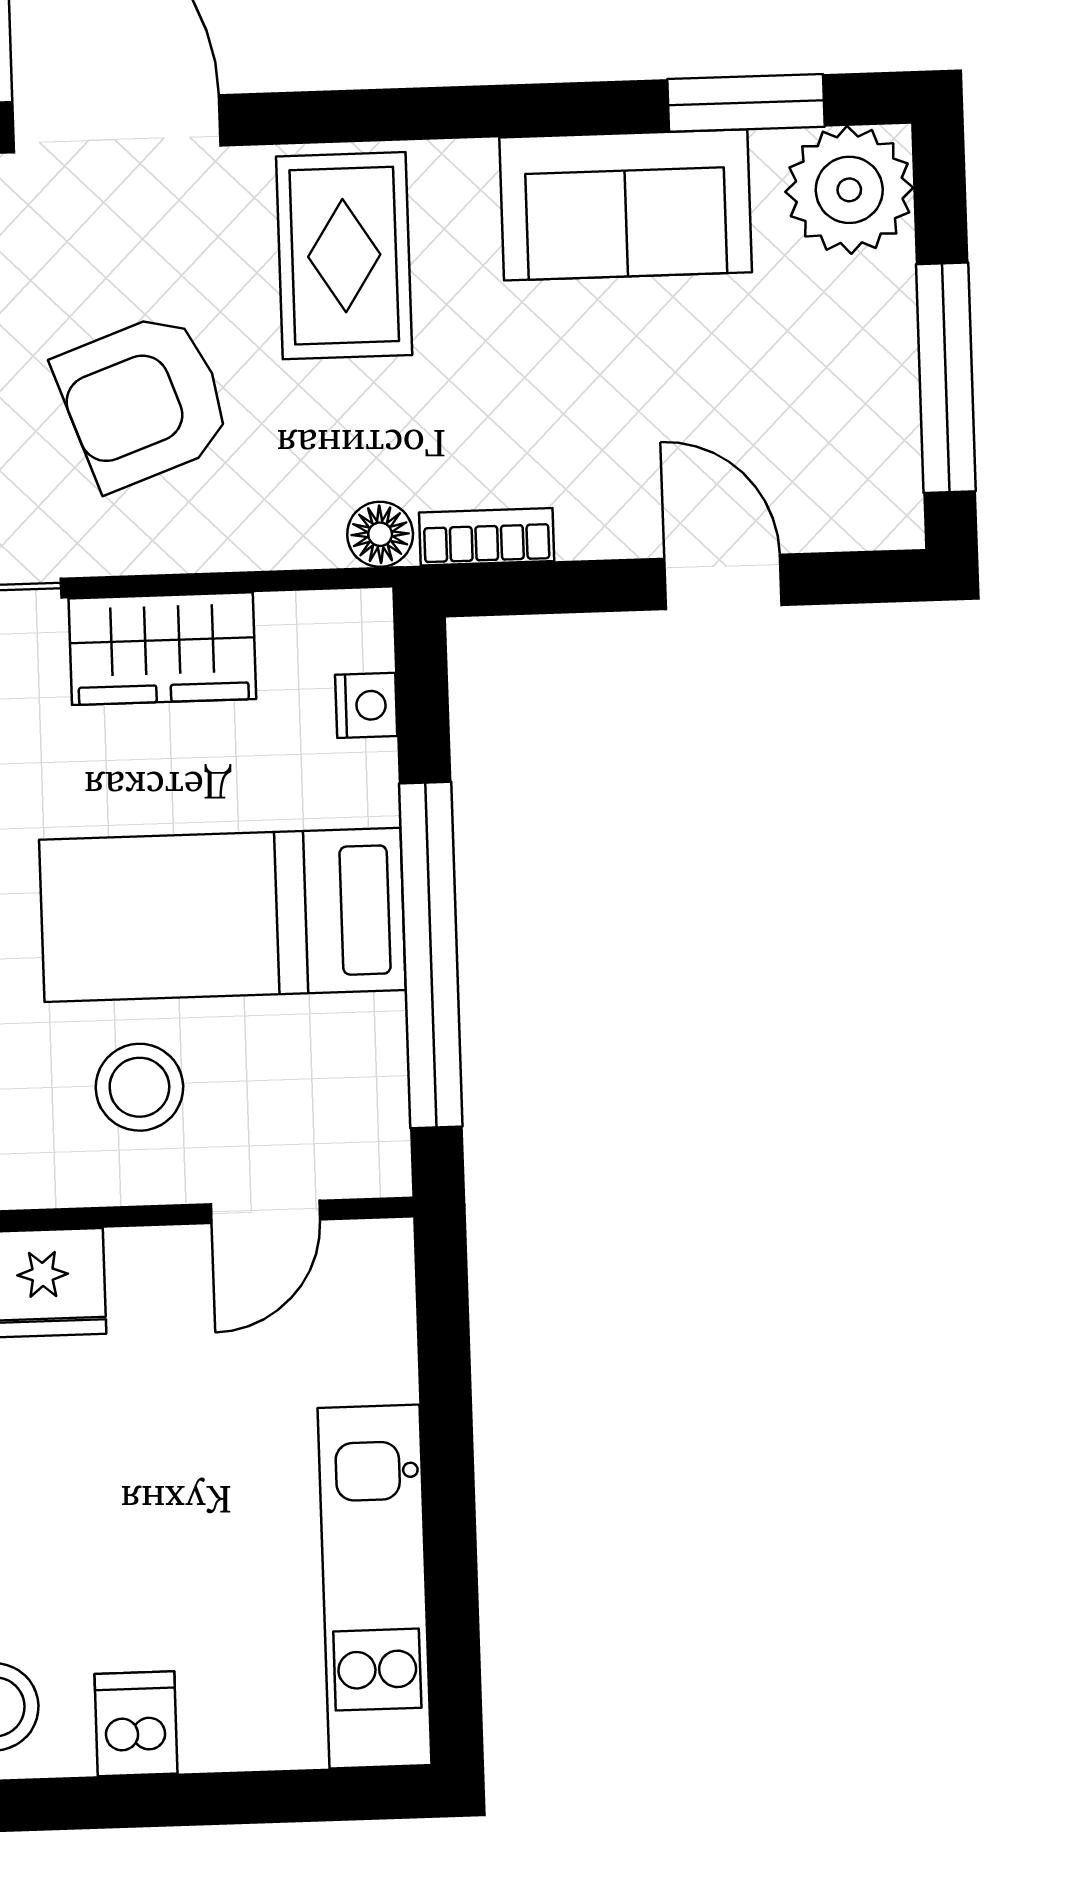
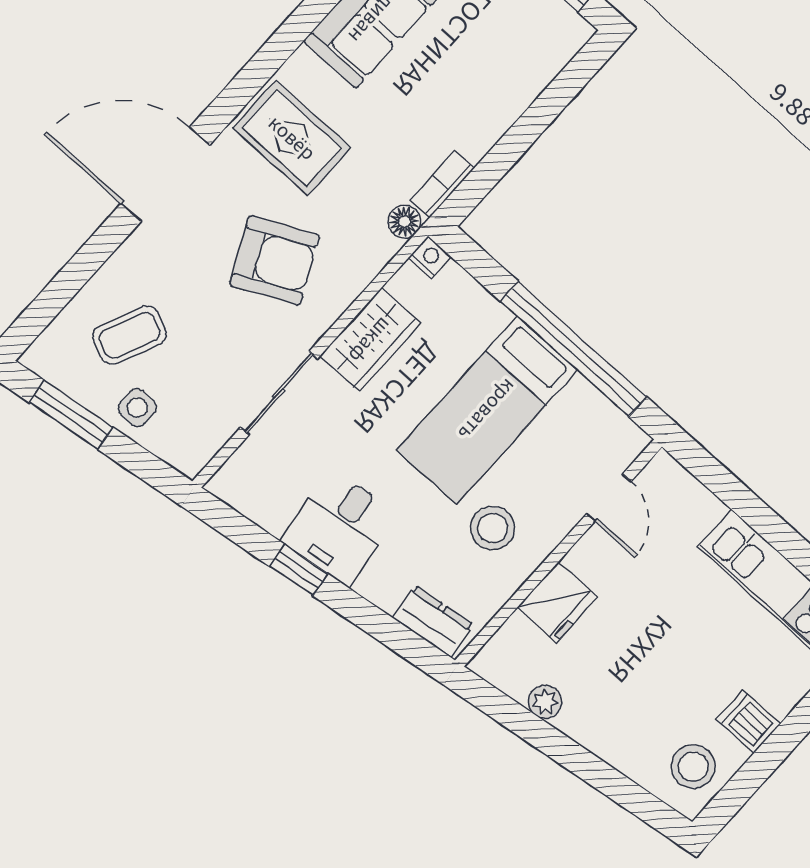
armchair: (144, 401) -> (274, 260), turned -96
door: (723, 582) -> (540, 115), removed
nightstand: (366, 705) -> (430, 257), moved
stool: (139, 1087) -> (493, 528), moved

